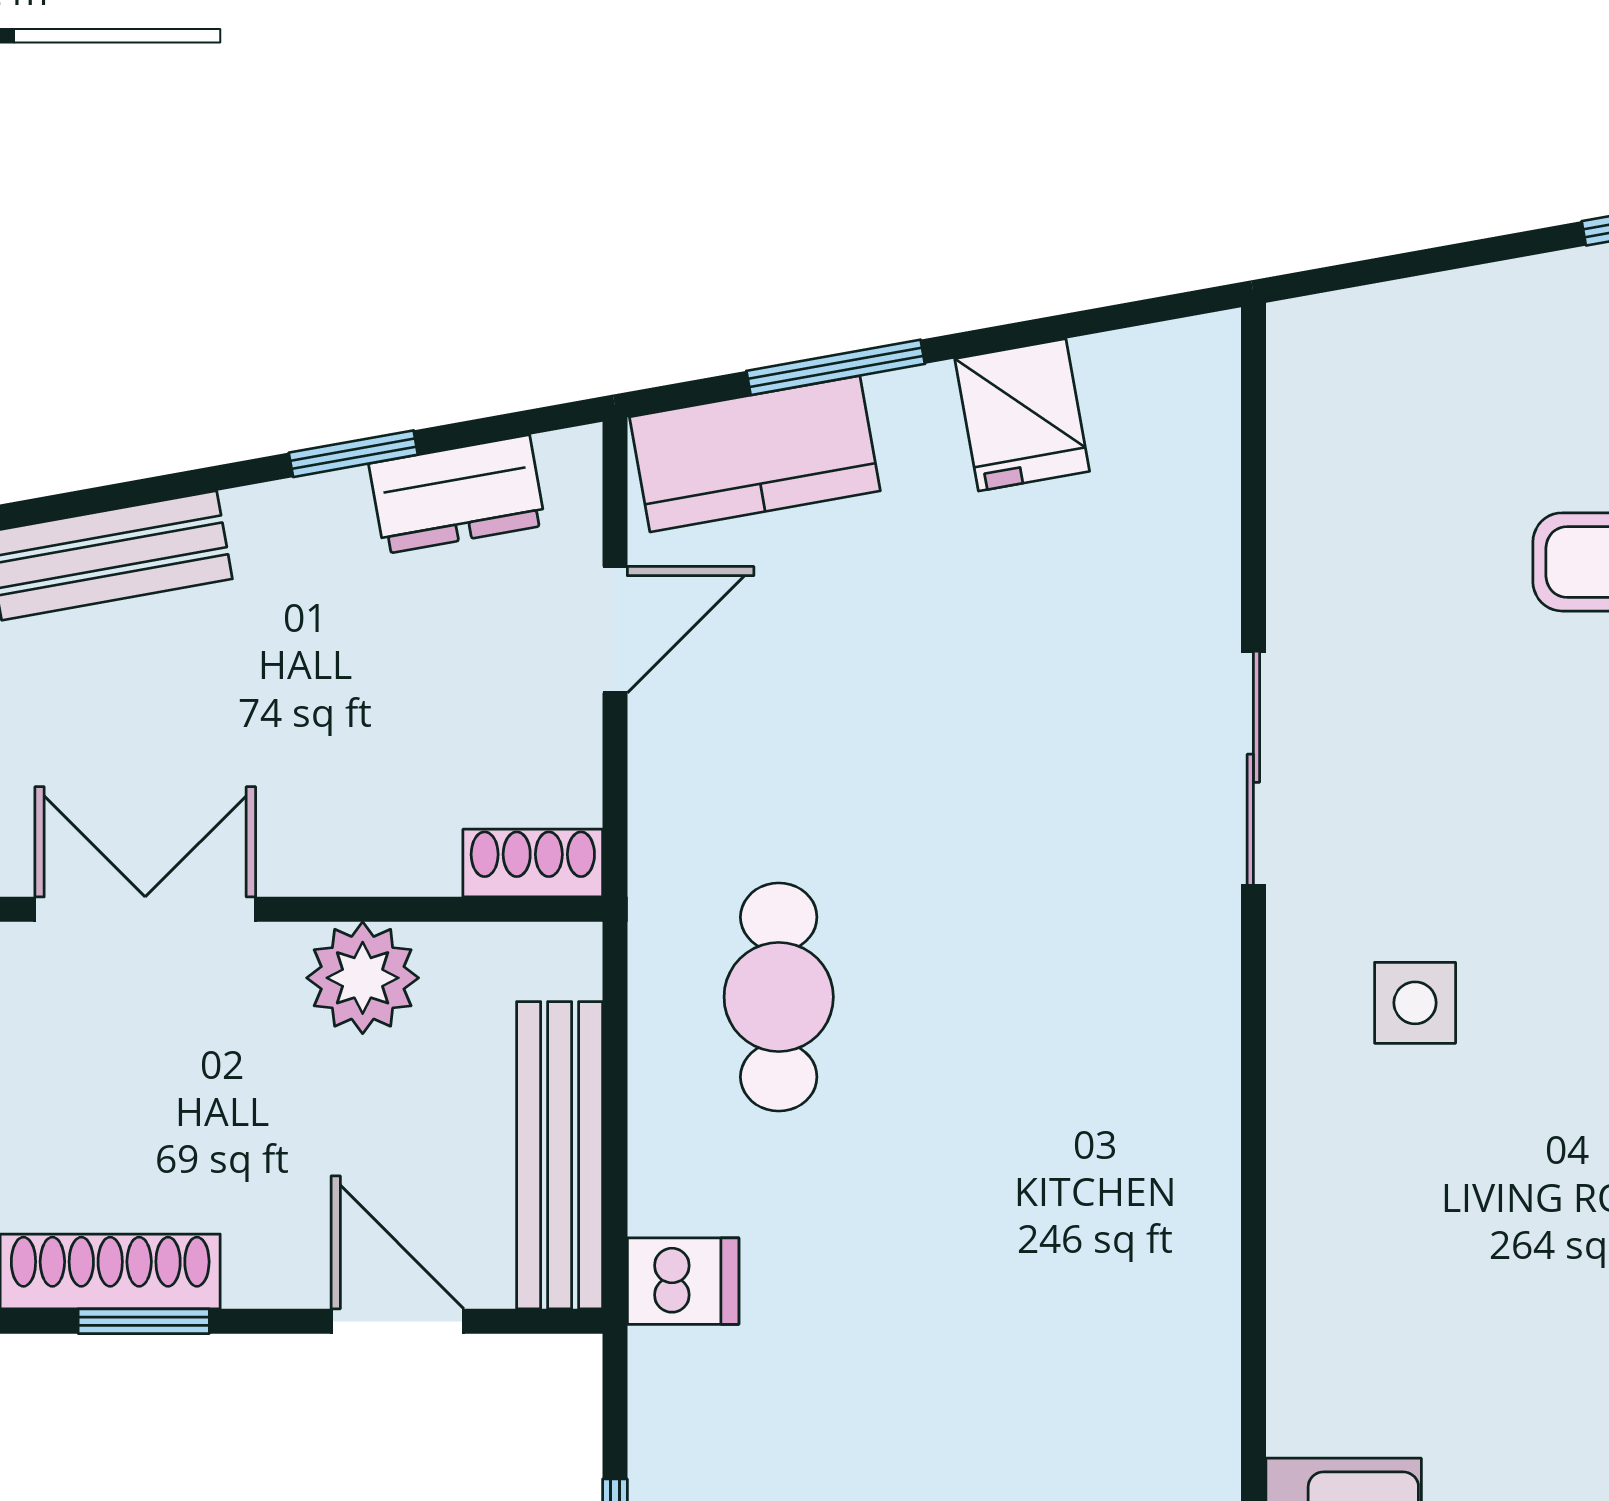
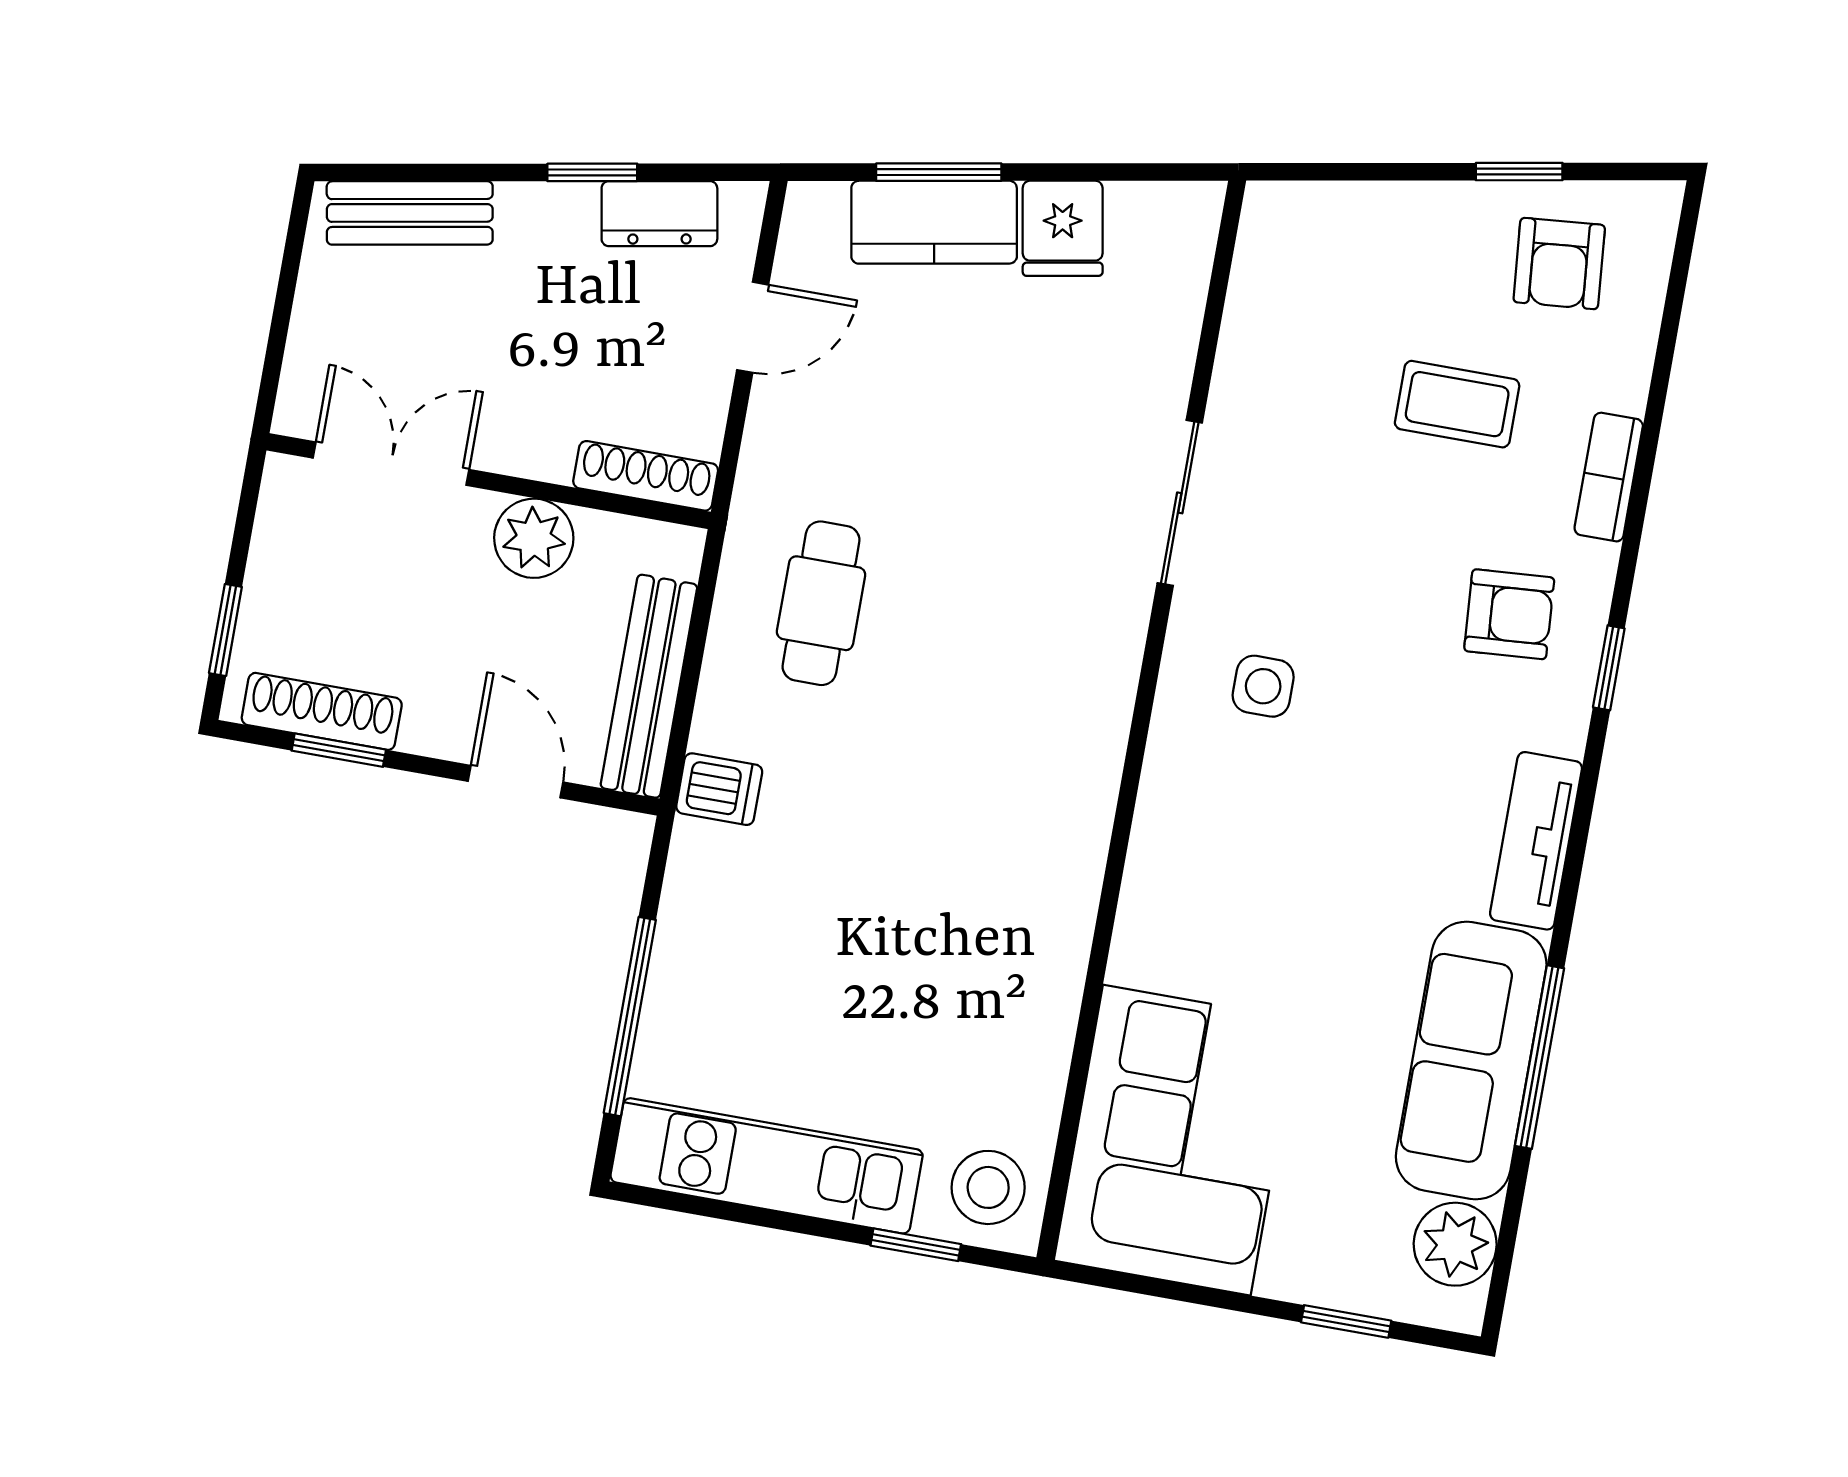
kitchen counter: (755, 454) -> (934, 222), moved
shoe rack: (533, 863) -> (646, 476), width x1.43

